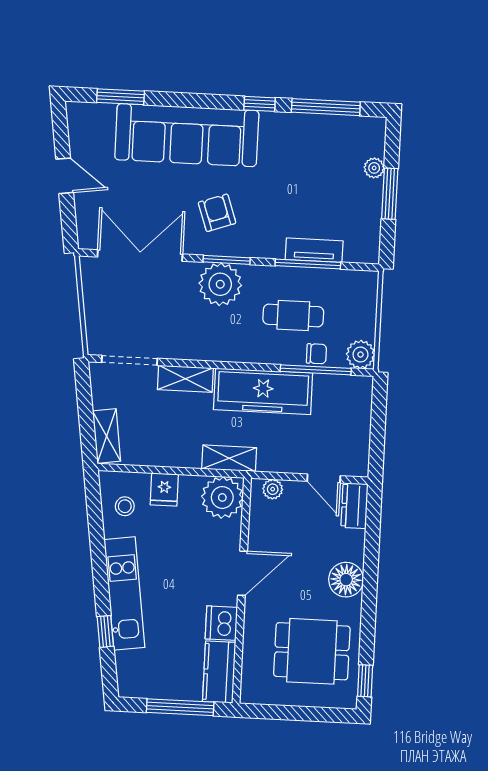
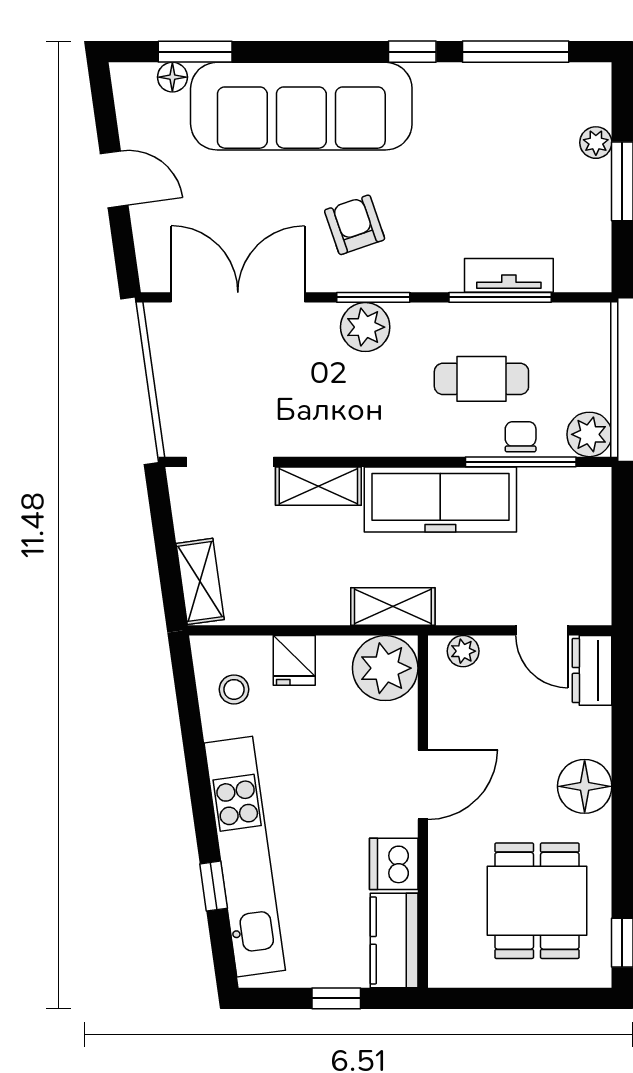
floor lamp: (105, 112) -> (172, 77), added
plant: (220, 284) -> (365, 327), width x0.73, depth x0.73
chair: (316, 354) -> (521, 437), turned -90
kitchen unit: (124, 593) -> (245, 857), width x1.36
dining table: (312, 651) -> (537, 901), turned 90
window: (180, 707) -> (336, 998), width x0.46

